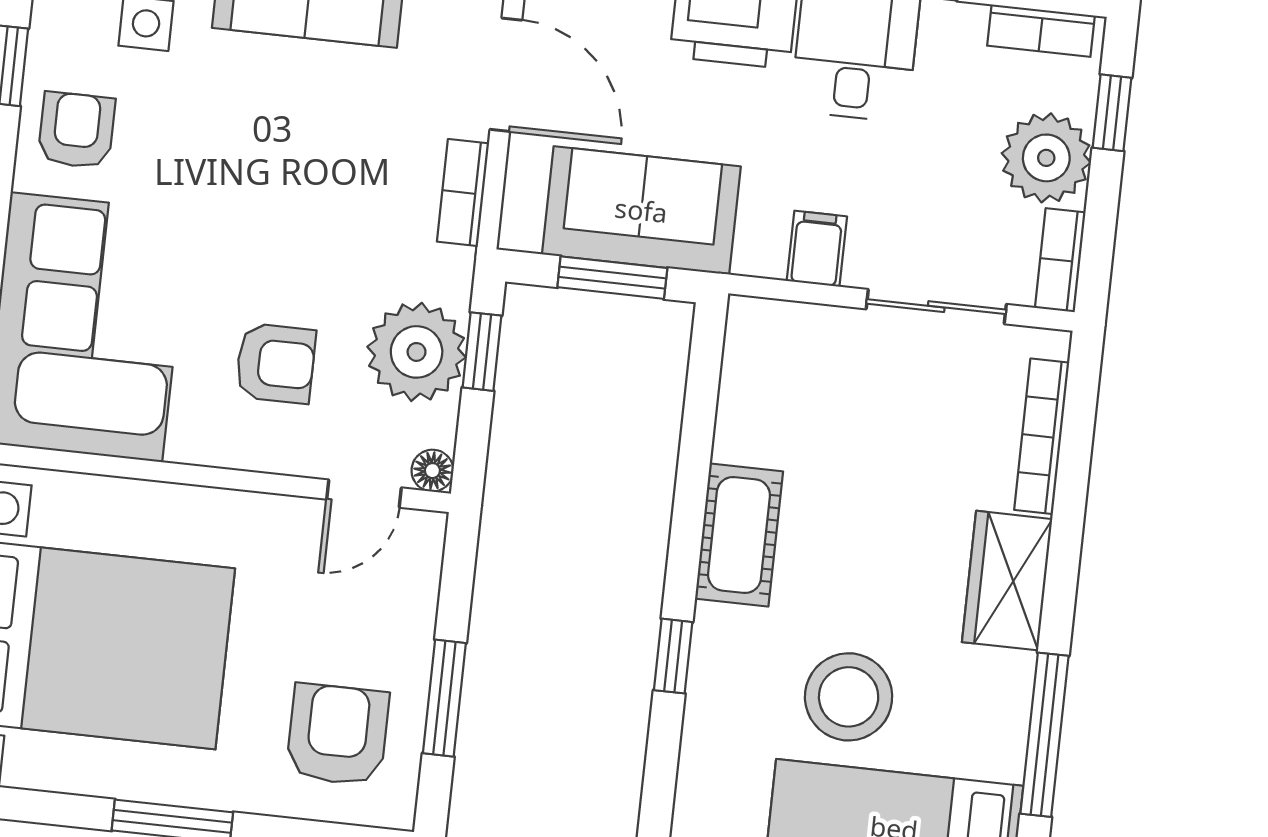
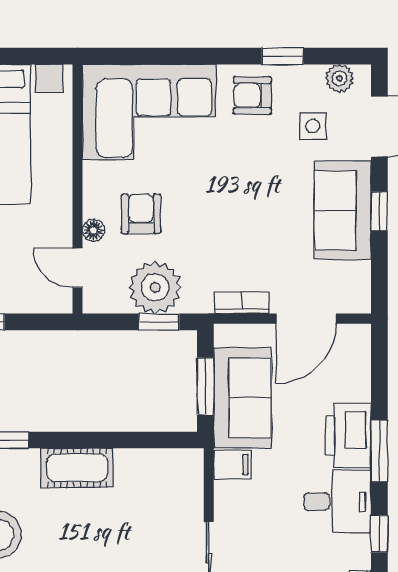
armchair: (76, 130) -> (252, 96), turned 180
filing cabinet: (817, 249) -> (232, 464), moved
armchair: (275, 363) -> (141, 214), turned 180
floor lamp: (432, 471) -> (93, 230), moved

